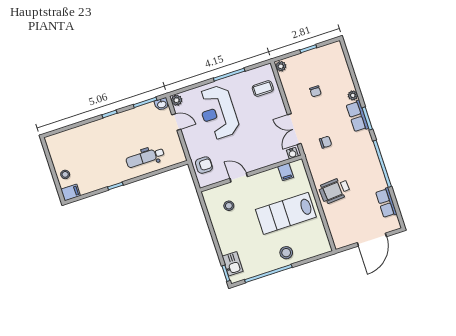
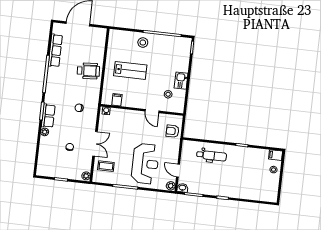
double door: (294, 129) -> (95, 144), moved
row of seats: (386, 203) -> (55, 50), width x1.48
lab bench: (286, 213) -> (130, 70), width x0.73, depth x0.72
kitchen sink: (233, 264) -> (181, 81), moved

